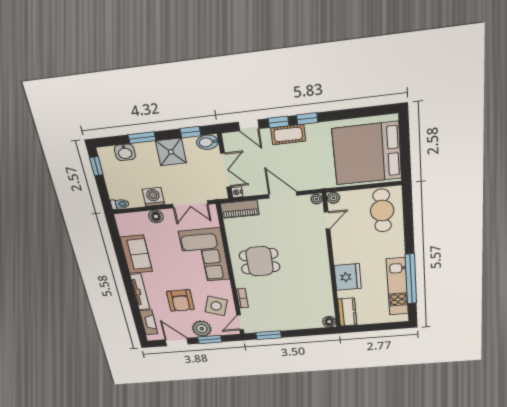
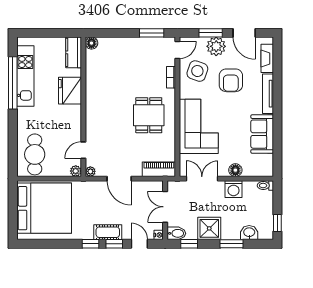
nightstand: (237, 192) -> (159, 235), moved
dining table: (260, 261) -> (149, 115), turned 90
armchair: (180, 301) -> (231, 80), turned 180

